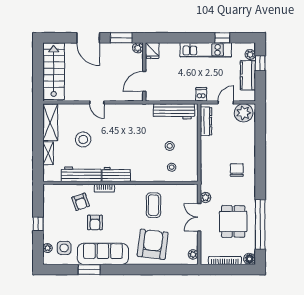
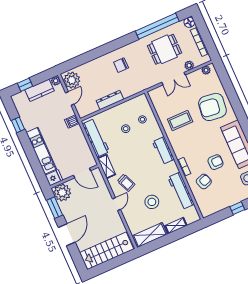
plant: (138, 48) -> (62, 192), width x1.87, depth x1.87
kitchen unit: (206, 50) -> (41, 151), moved
plant: (250, 54) -> (56, 81), moved
door: (226, 102) -> (70, 99), swing flipped
shelving: (140, 109) -> (107, 166), added
dresser: (206, 121) -> (110, 100), moved
trolley: (114, 122) -> (126, 183), added
workbench: (116, 174) -> (163, 151), moved
plant: (206, 197) -> (189, 65), moved

